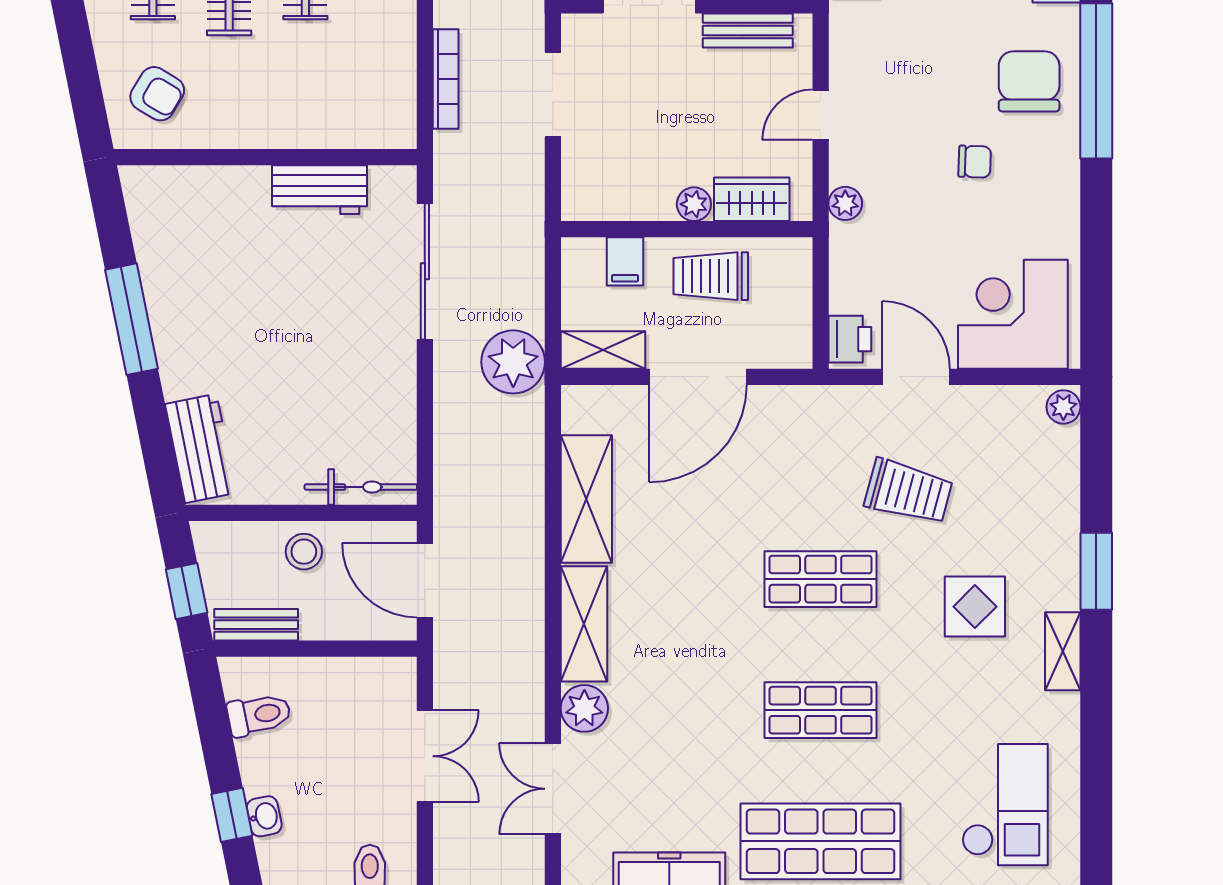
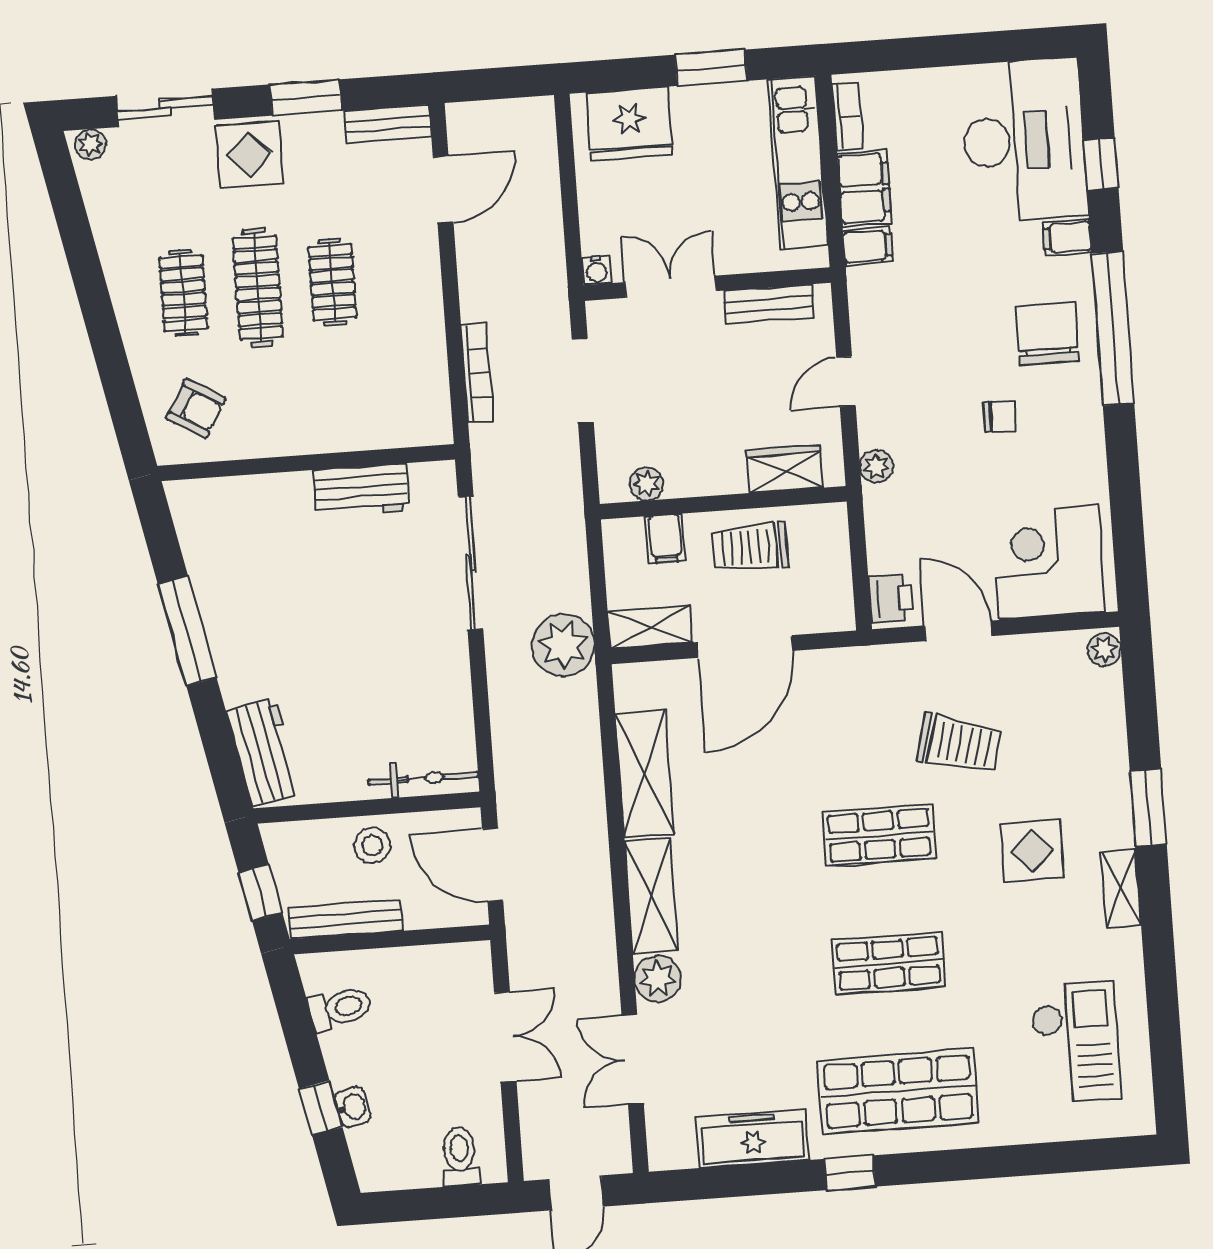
plant: (694, 204) -> (647, 484), moved
bench: (256, 625) -> (346, 919), width x1.36

